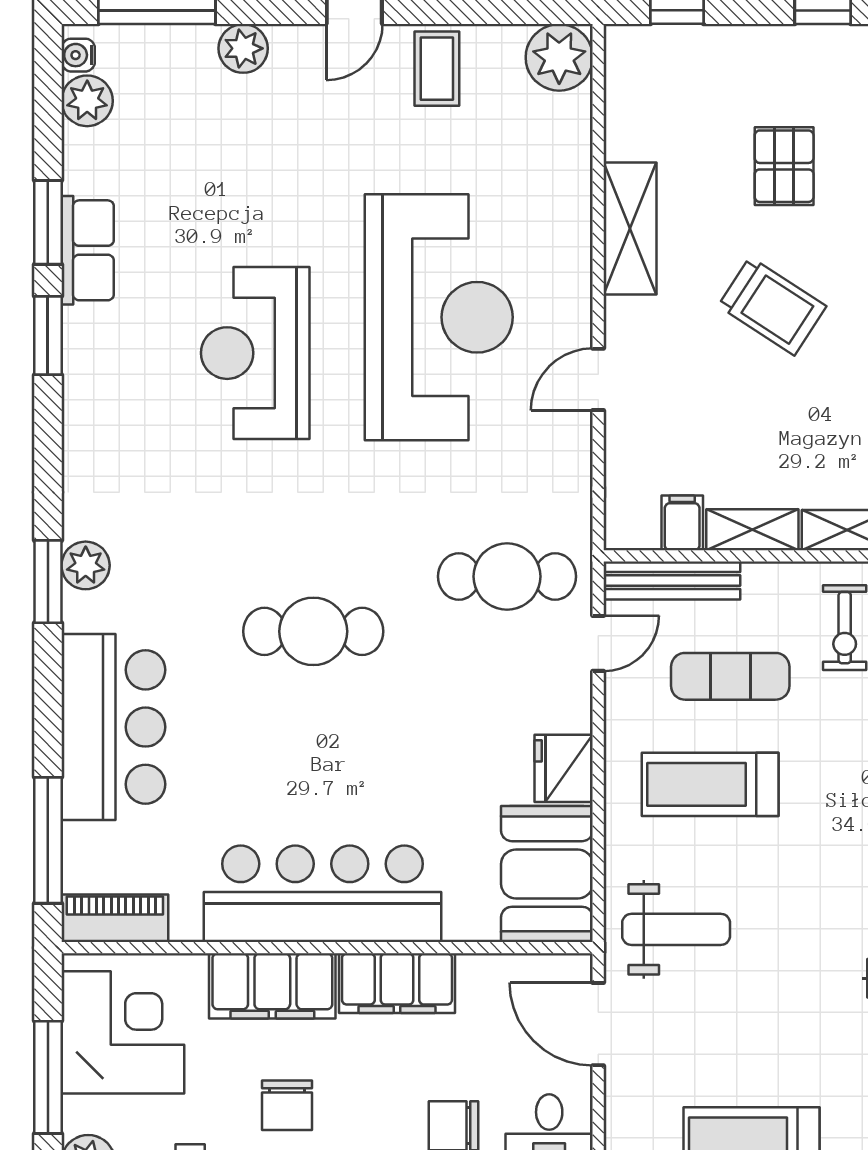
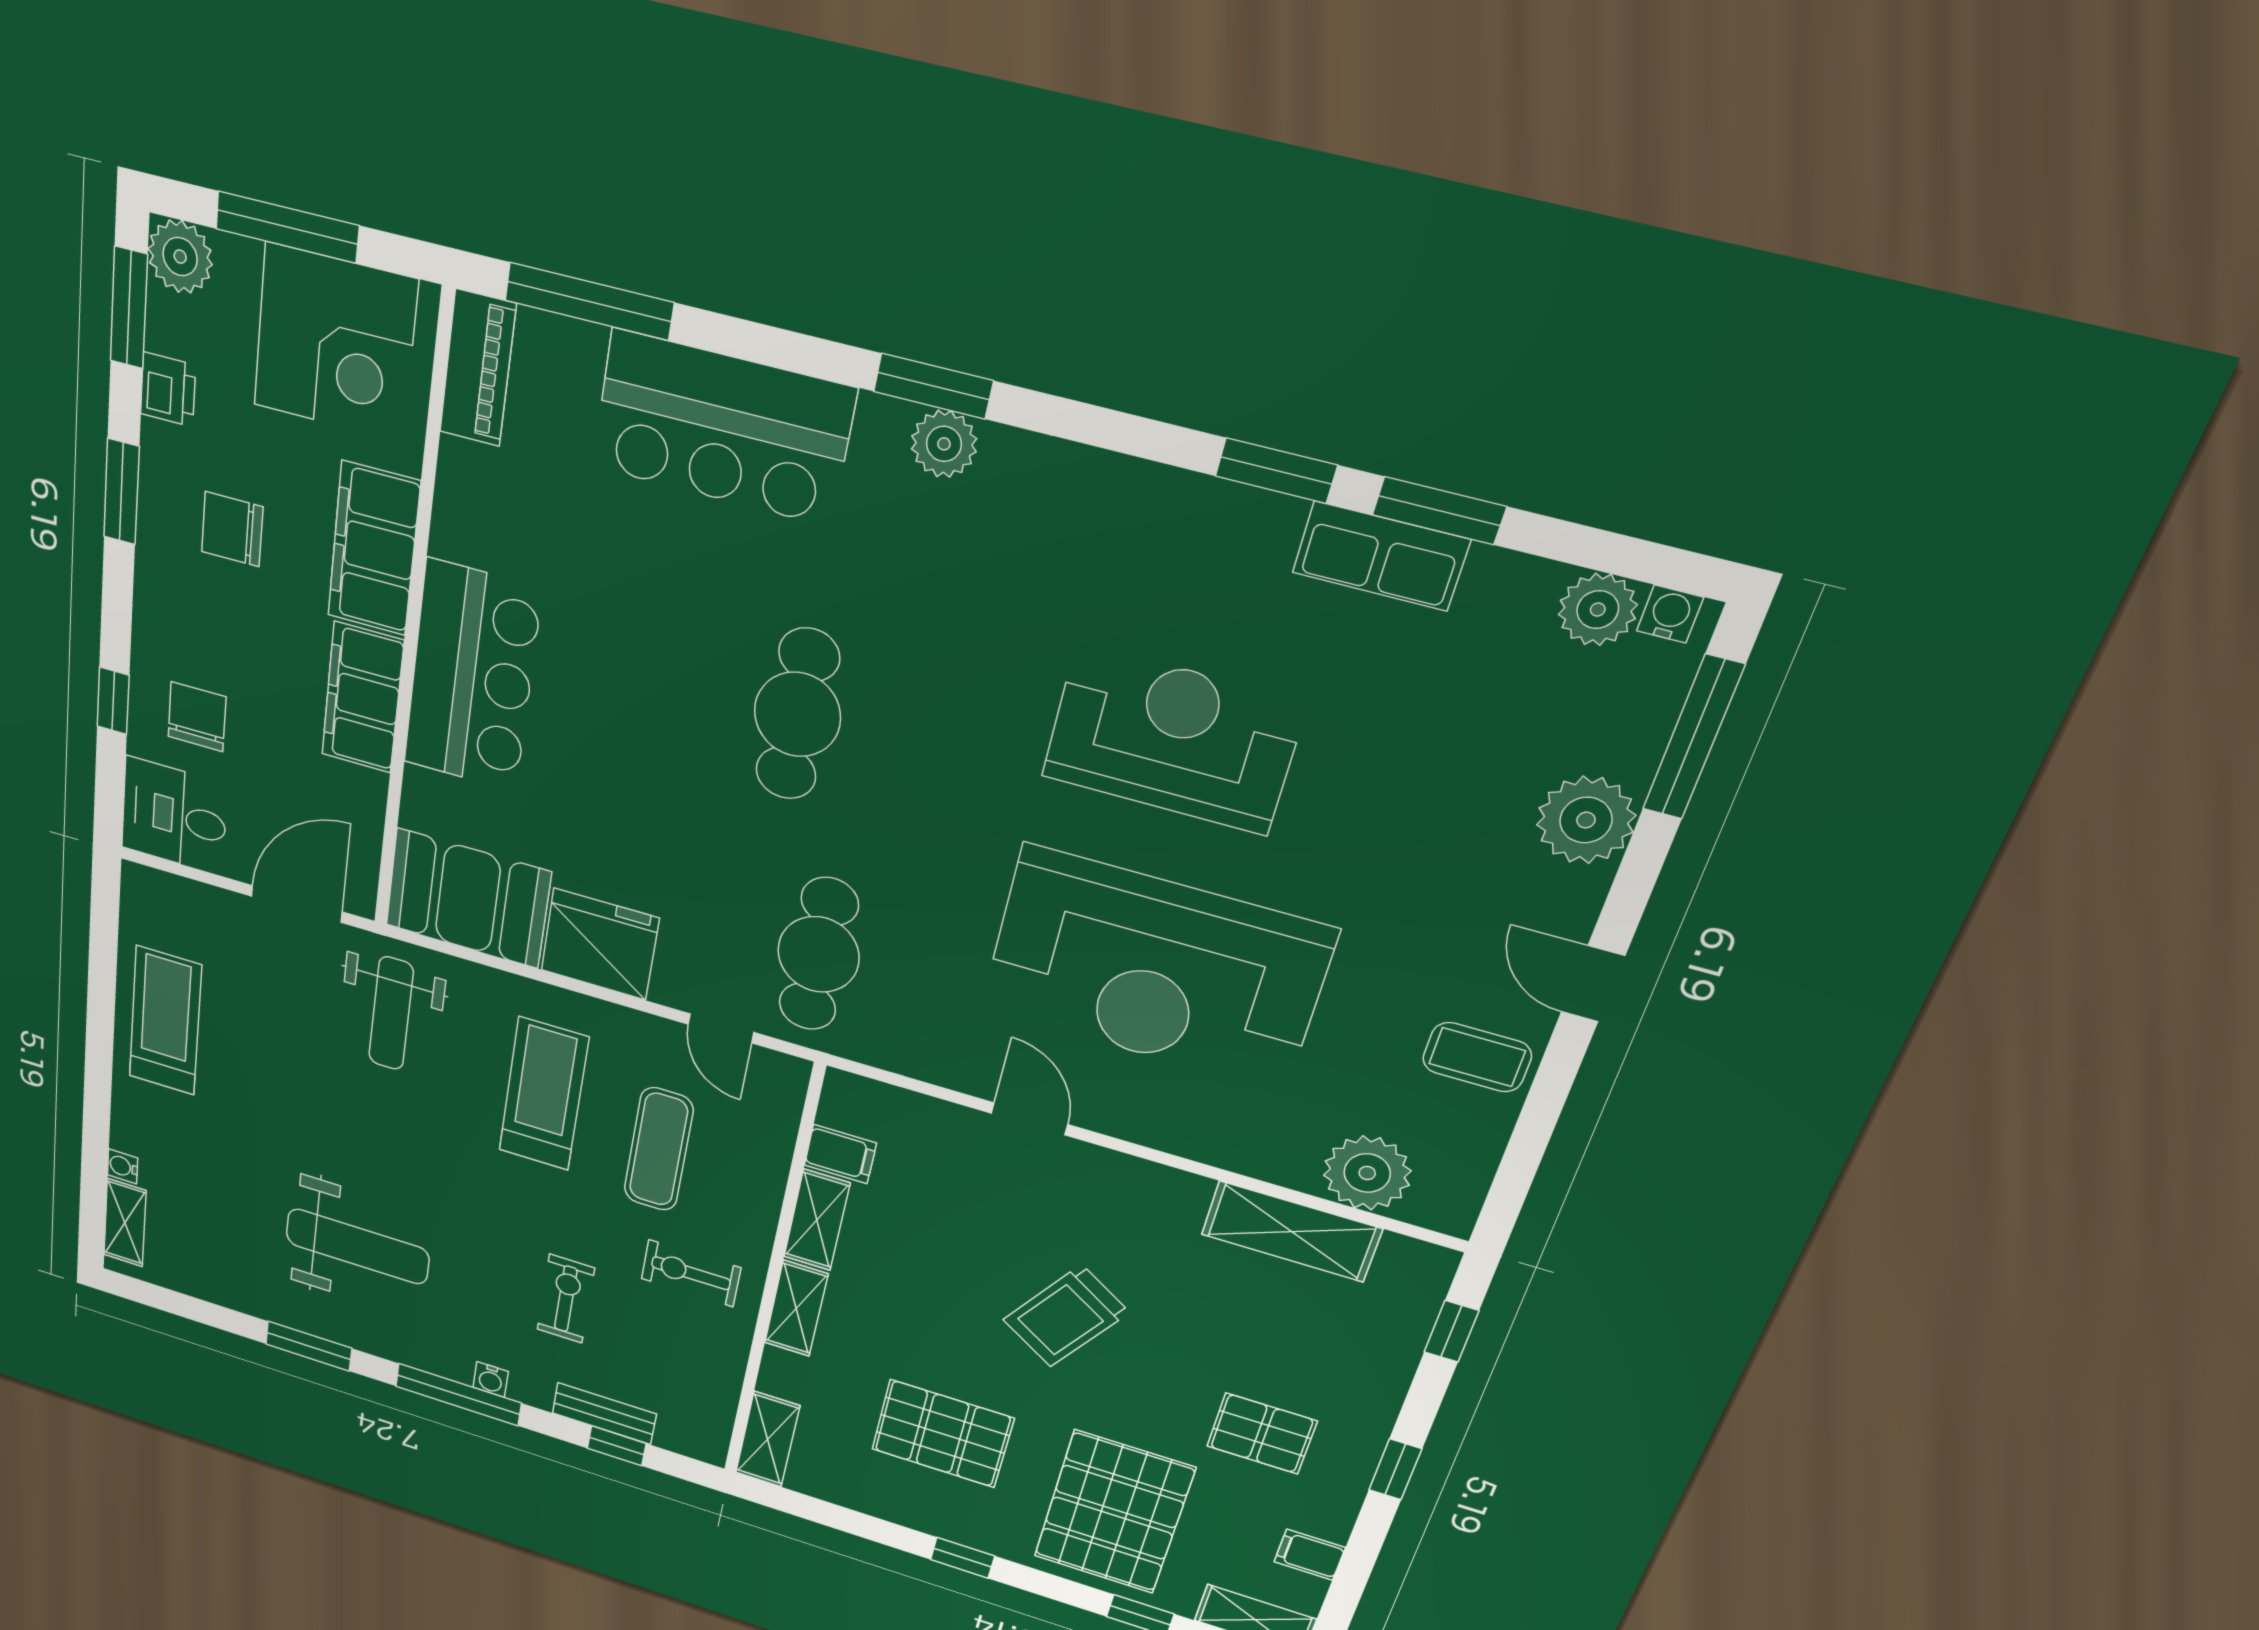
plant: (243, 48) -> (1586, 820), width x1.36, depth x1.36
plant: (559, 57) -> (1367, 1173), moved
pallet: (784, 166) -> (1262, 1434), moved
shelving: (630, 229) -> (1291, 1232), moved
bench: (672, 581) -> (777, 1124), removed
fridge: (564, 768) -> (600, 944), width x1.36, depth x1.34
bar counter: (323, 894) -> (472, 677), width x0.73

